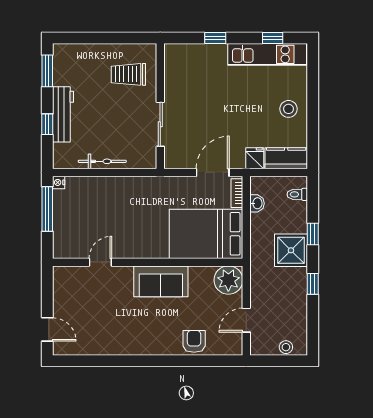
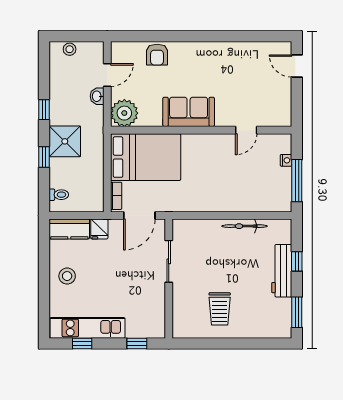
trolley: (128, 74) -> (220, 309), turned 90
wall: (160, 106) -> (169, 279), moved
sliding door: (160, 124) -> (169, 261), moved
nightstand: (59, 182) -> (286, 160), moved
washbasin: (257, 203) -> (97, 96), moved

